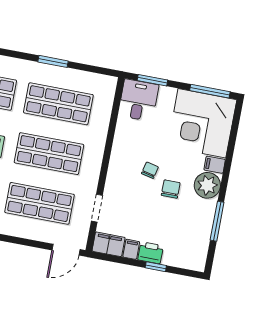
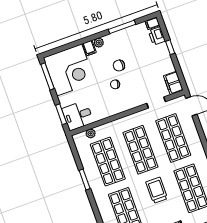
plant: (106, 103) -> (91, 133), added
plant: (207, 185) -> (99, 43), width x0.53, depth x0.53
filing cabinet: (131, 249) -> (152, 23), moved
printer: (151, 253) -> (157, 36), moved

